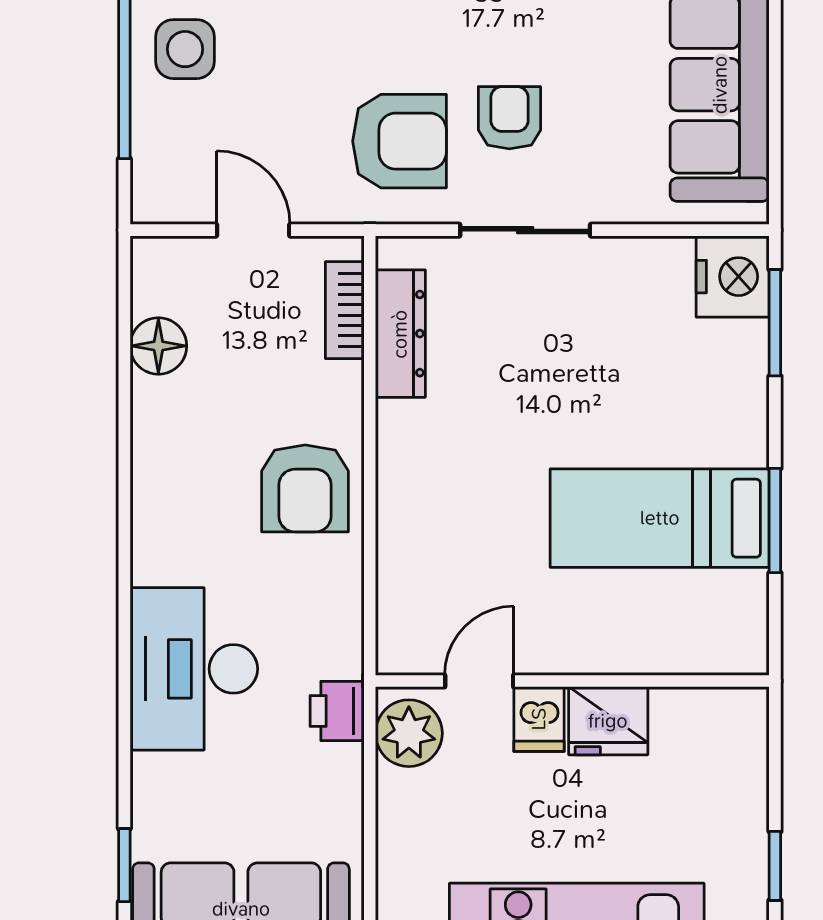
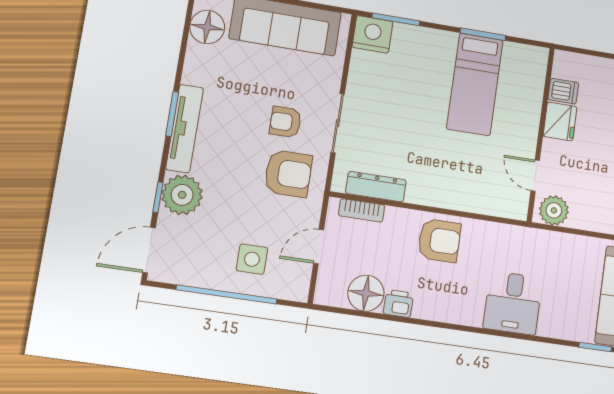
side table: (185, 49) -> (252, 259), moved
armchair: (399, 141) -> (288, 174), turned 90
floor lamp: (158, 346) -> (366, 293), width x1.38, depth x1.38
desk: (194, 669) -> (513, 303), width x0.73
printer: (337, 711) -> (398, 304), moved, turned 180
dishwasher: (539, 719) -> (563, 91), moved

